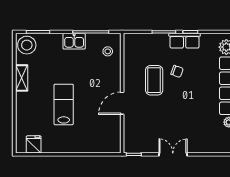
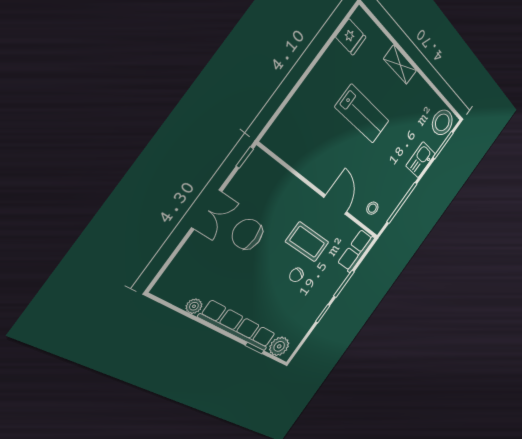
kitchen sink: (74, 41) -> (421, 160), moved
row of seats: (185, 41) -> (356, 251), moved
shelving: (22, 78) -> (400, 65), moved
door: (122, 103) -> (336, 205), moved
chair: (172, 122) -> (247, 234), added

